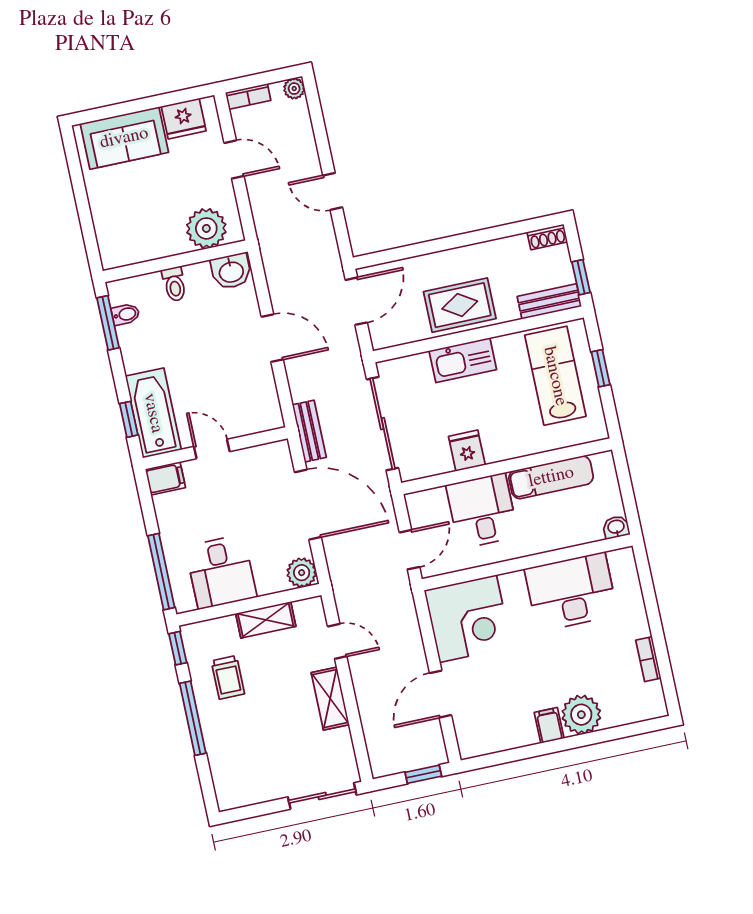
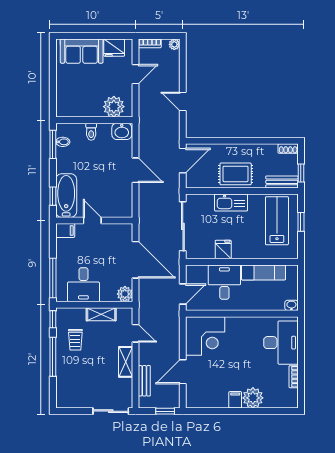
door: (234, 159) -> (136, 74), hinge flipped
bench: (309, 431) -> (144, 381), moved
desk: (571, 592) -> (281, 343), moved, turned 90

